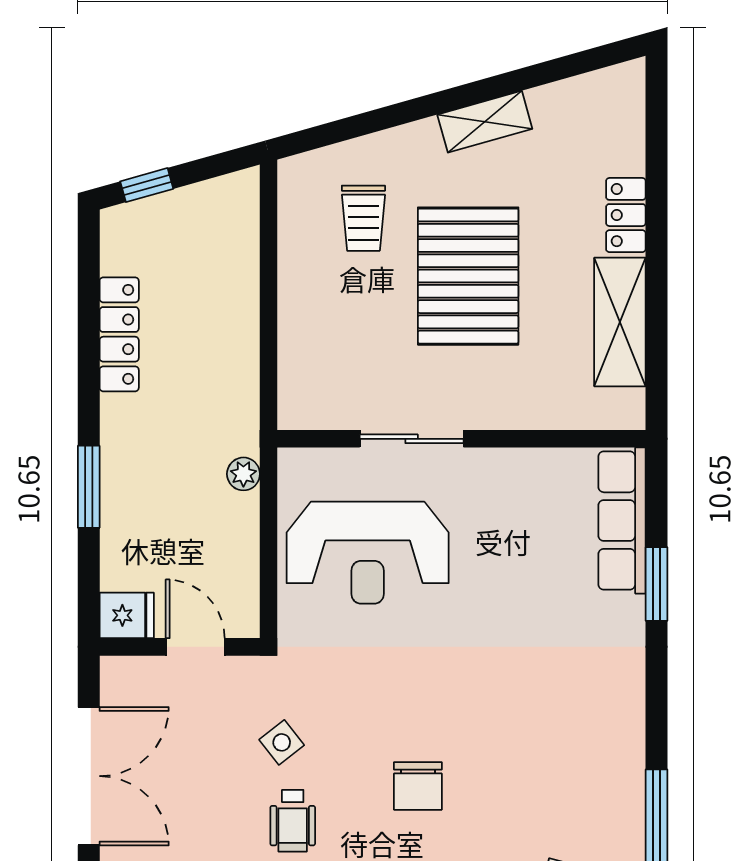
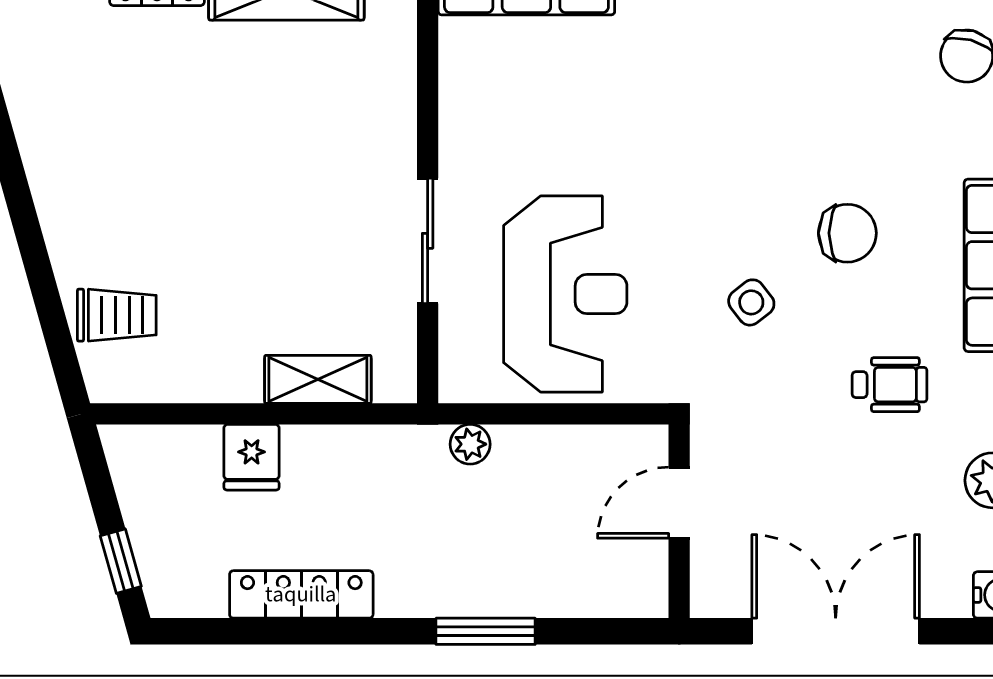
shelving: (485, 122) -> (318, 379), moved, turned -74
trolley: (363, 218) -> (117, 315), moved
pallet: (468, 276) -> (231, 172), removed
fridge: (127, 615) -> (252, 457), moved, turned 180
side table: (282, 742) -> (751, 302), moved

